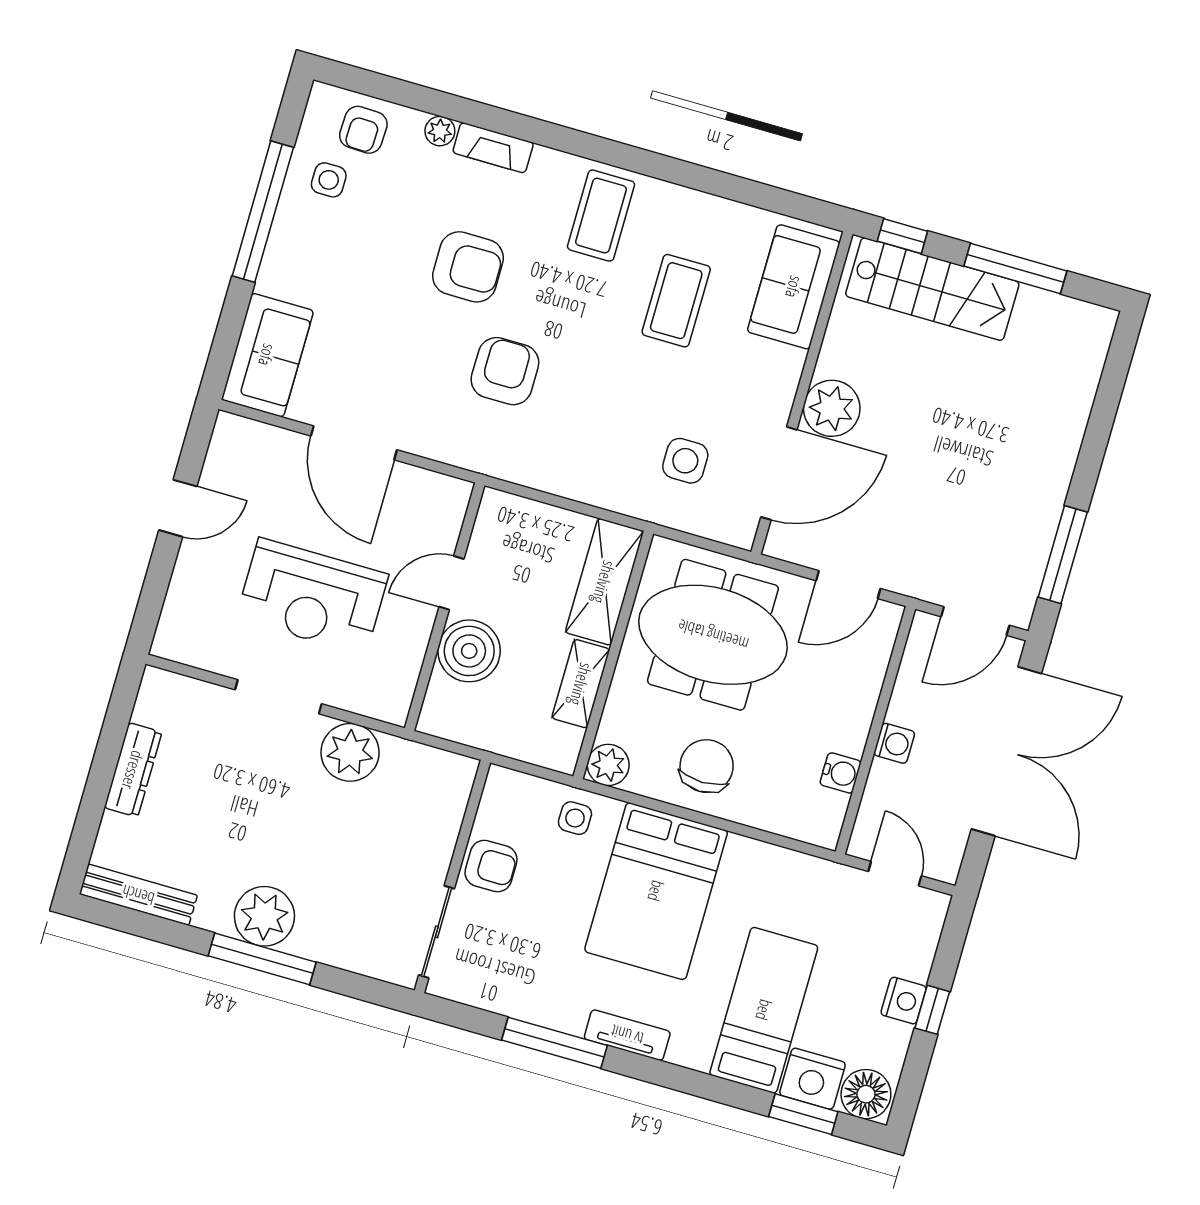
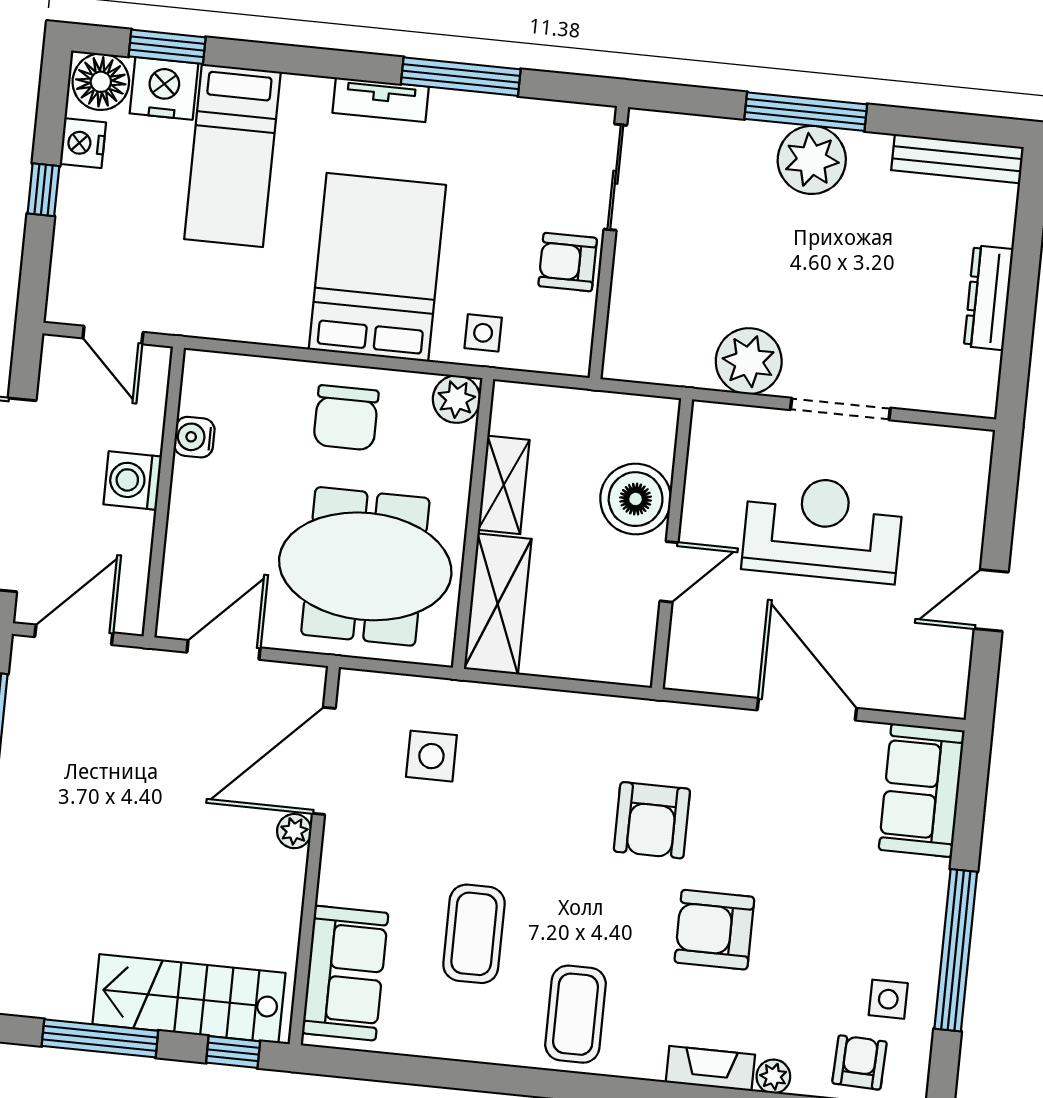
plant: (832, 408) -> (294, 831), width x0.53, depth x0.53
washing machine: (894, 743) -> (133, 480), width x1.38, depth x1.38
nightstand: (904, 1001) -> (83, 143), moved

